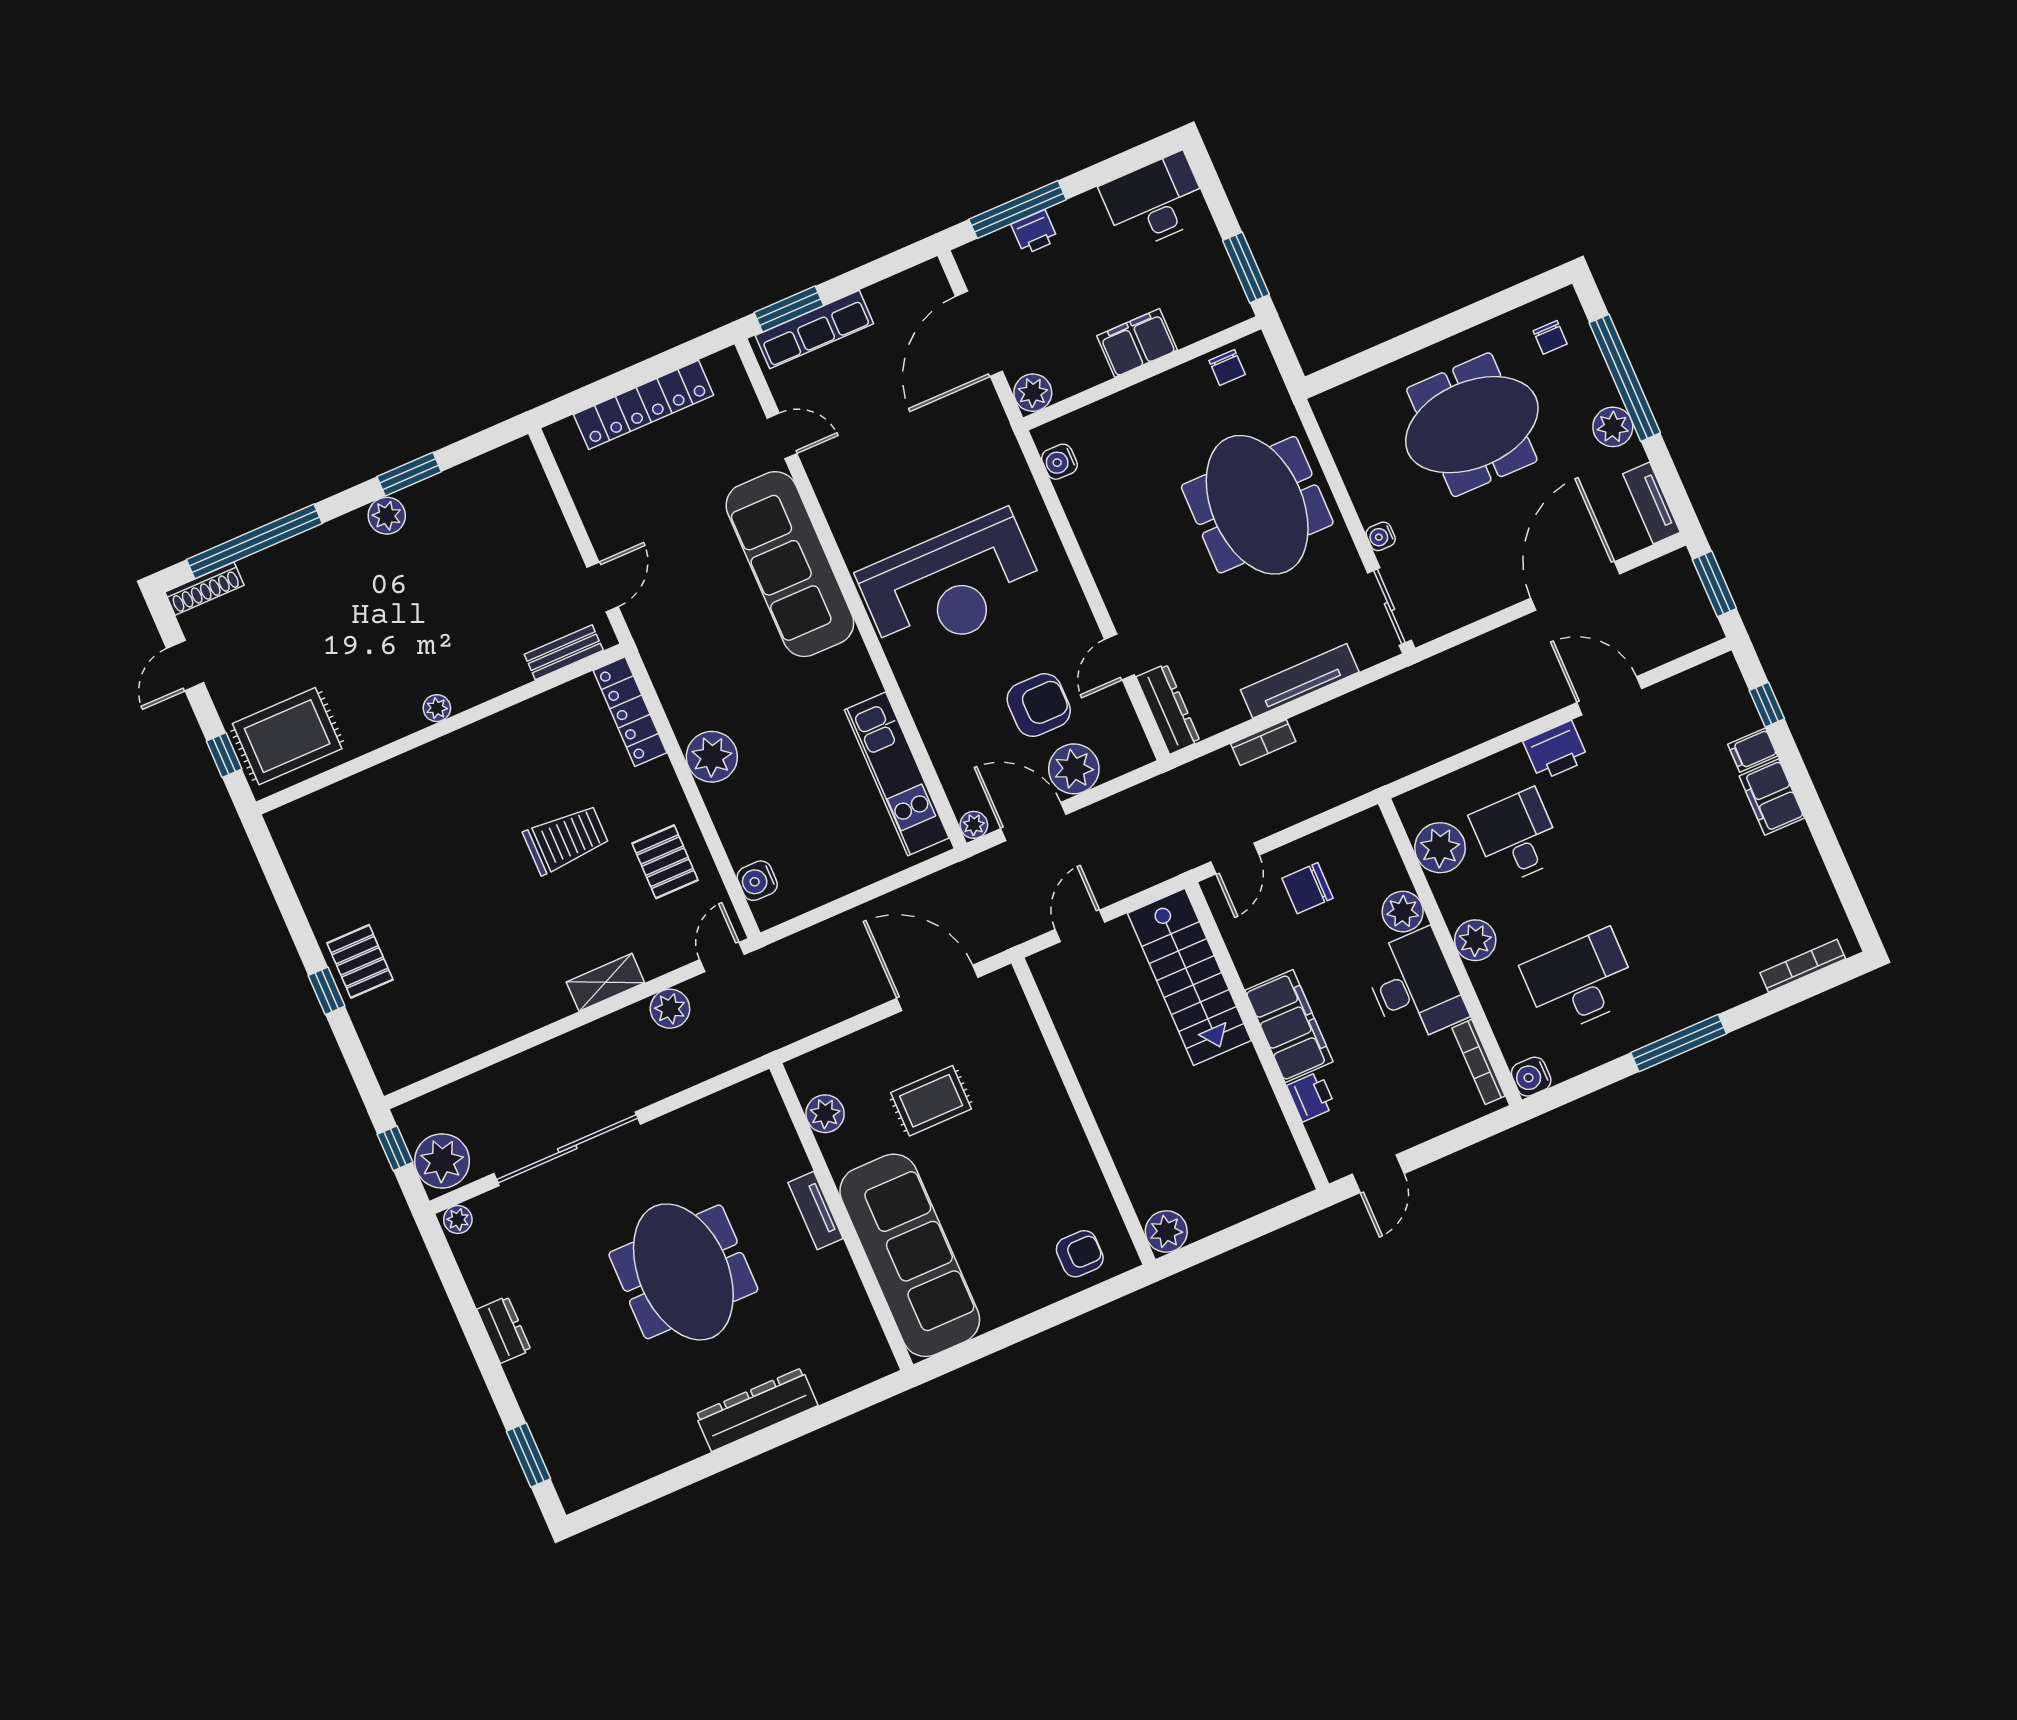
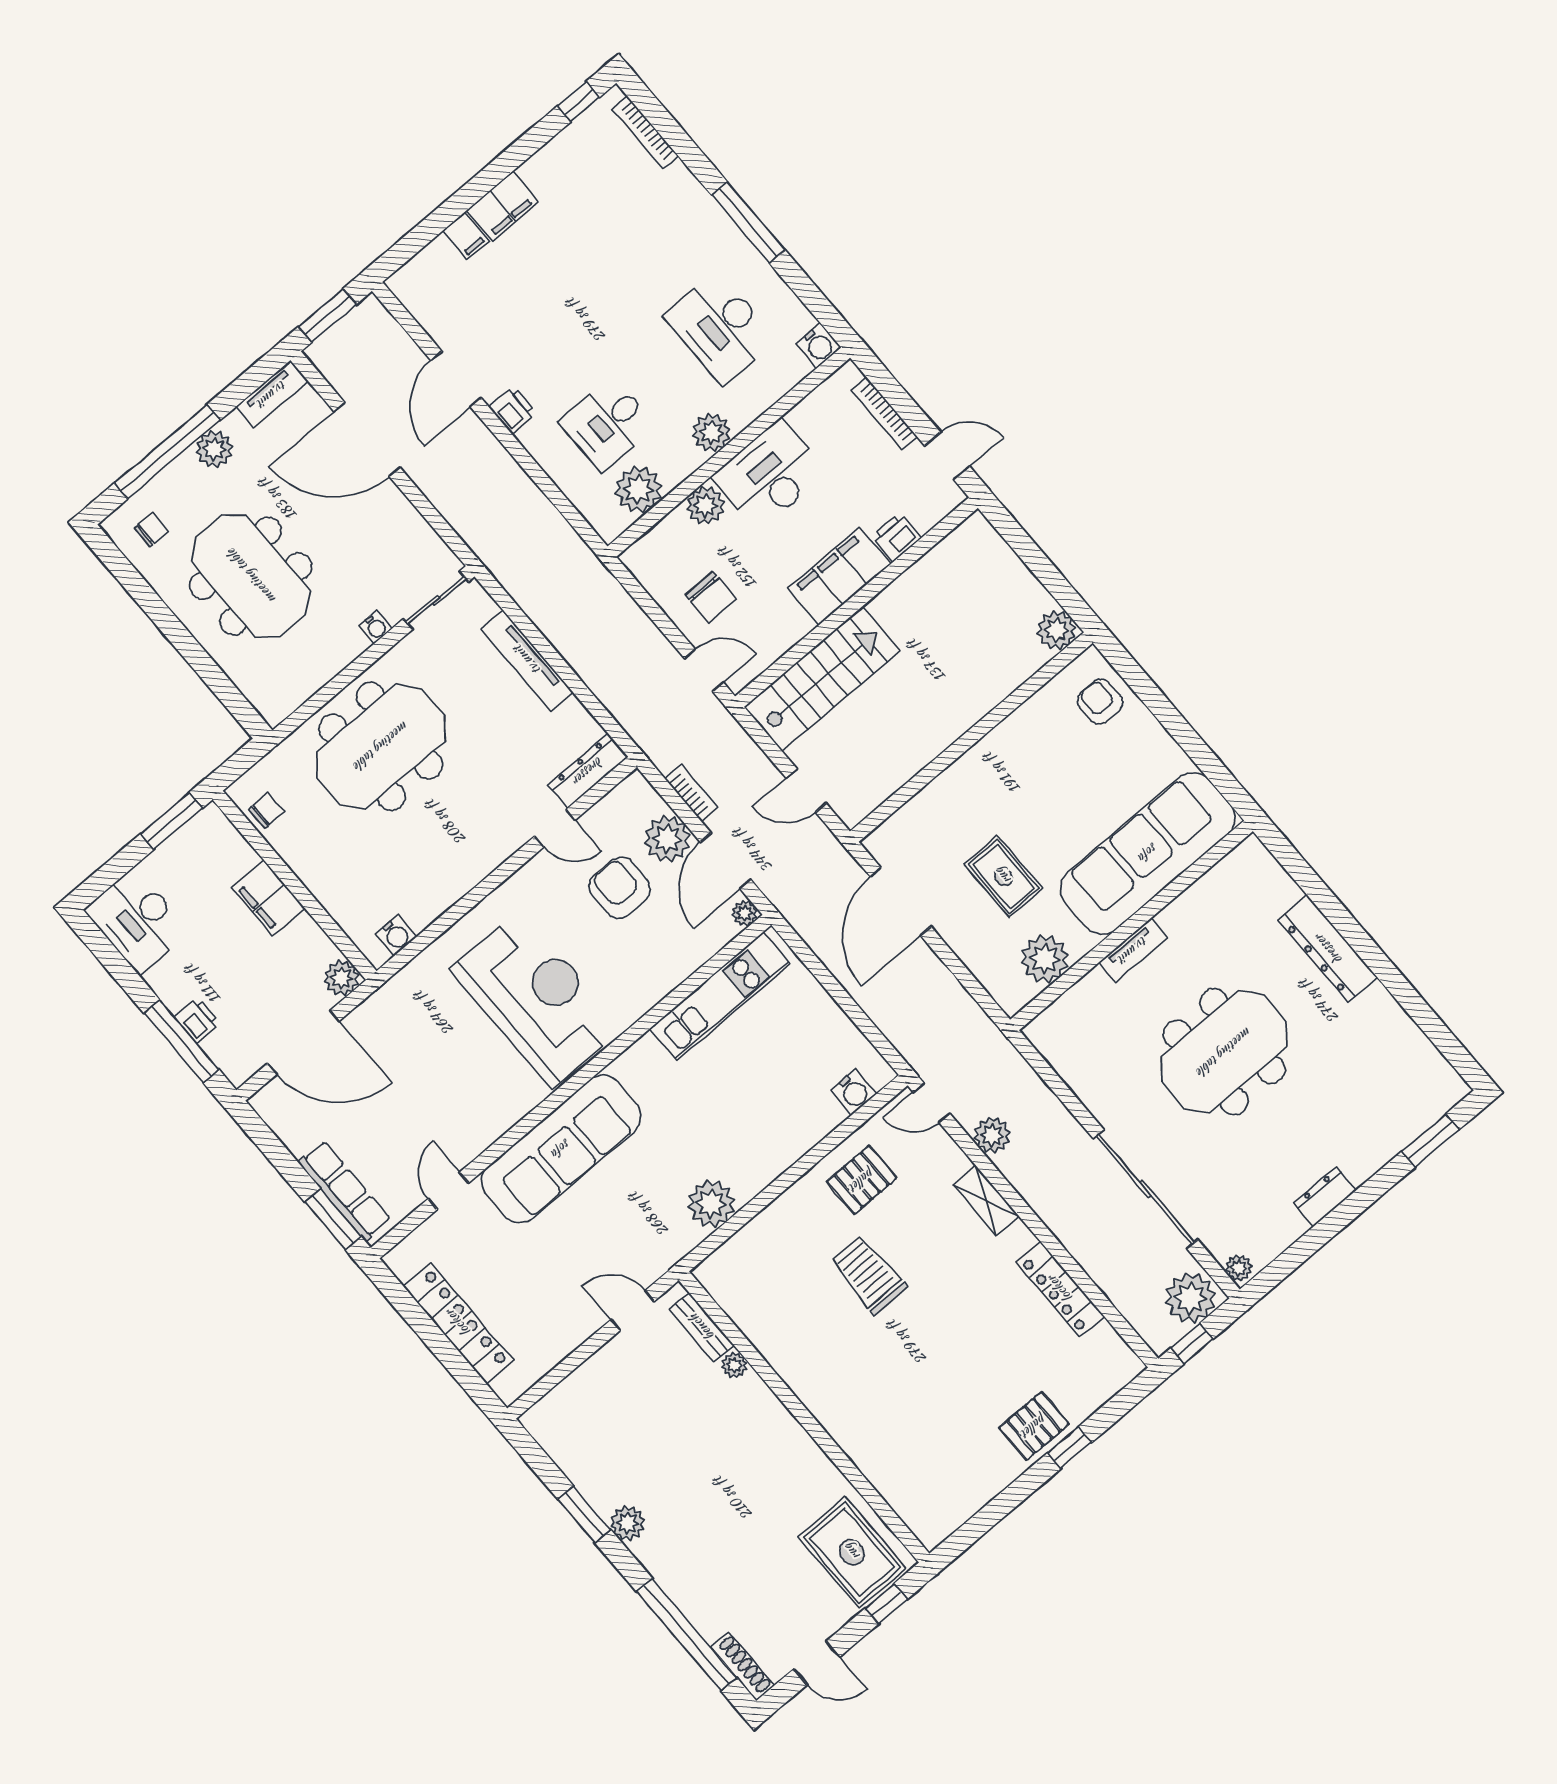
window: (1767, 705) -> (578, 102), moved
plant: (437, 708) -> (734, 1365), moved
locker: (630, 712) -> (1060, 1289), moved, turned 90
bookcase: (1263, 743) -> (691, 793), moved
printer: (1556, 751) -> (513, 410), width x0.73, depth x0.81
plant: (712, 757) -> (711, 1204), moved
bookcase: (1479, 1062) -> (884, 413), moved, turned 90
plant: (825, 1114) -> (1045, 959), width x1.36, depth x1.36

